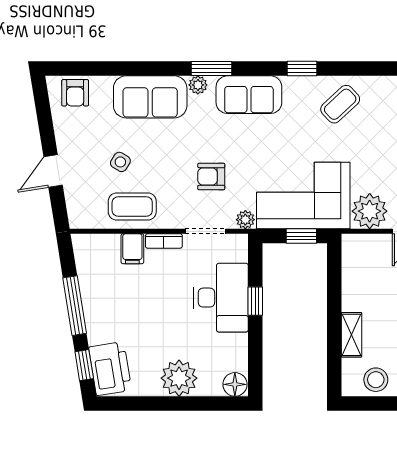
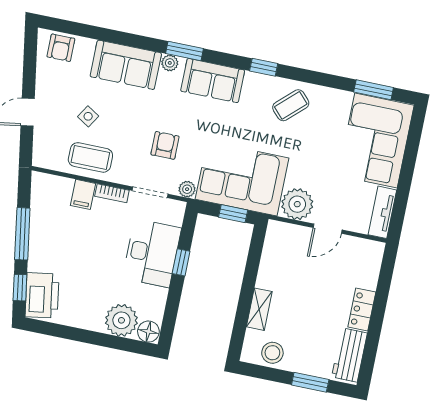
armchair: (211, 176) -> (165, 145), turned 90
plant: (179, 378) -> (121, 320), moved

